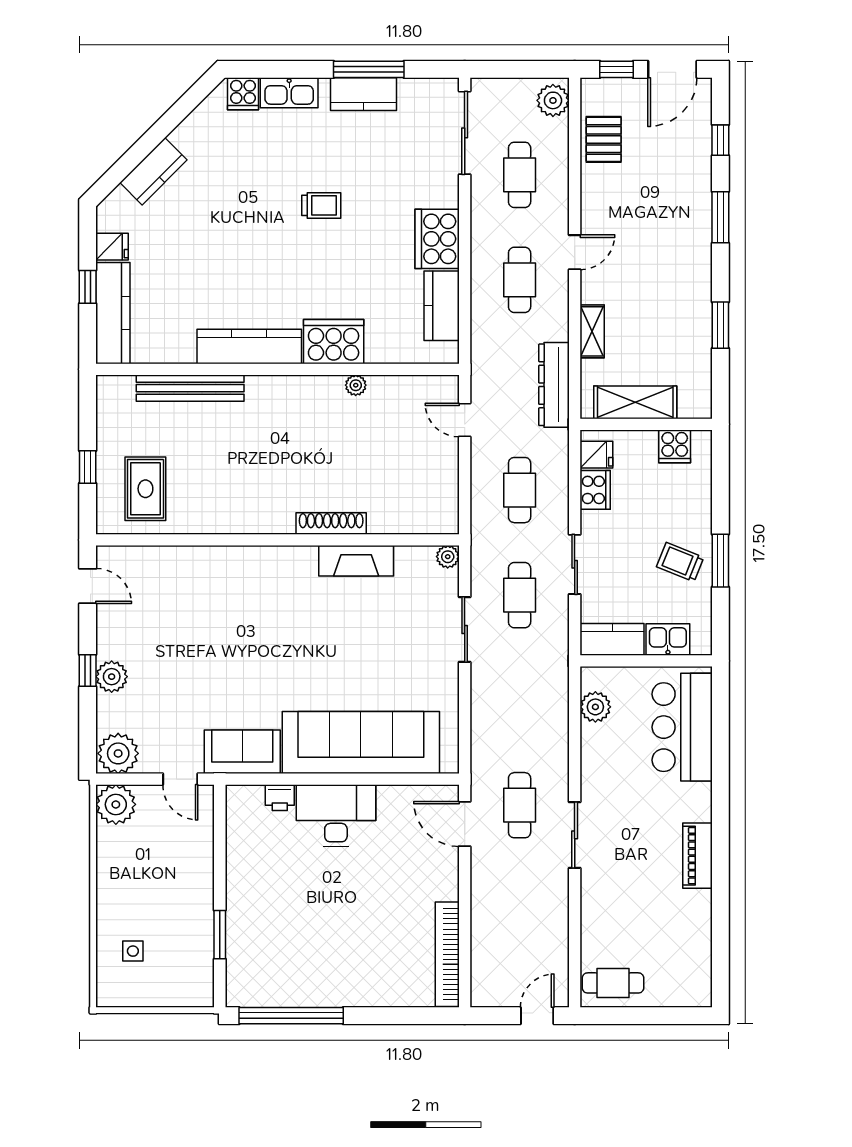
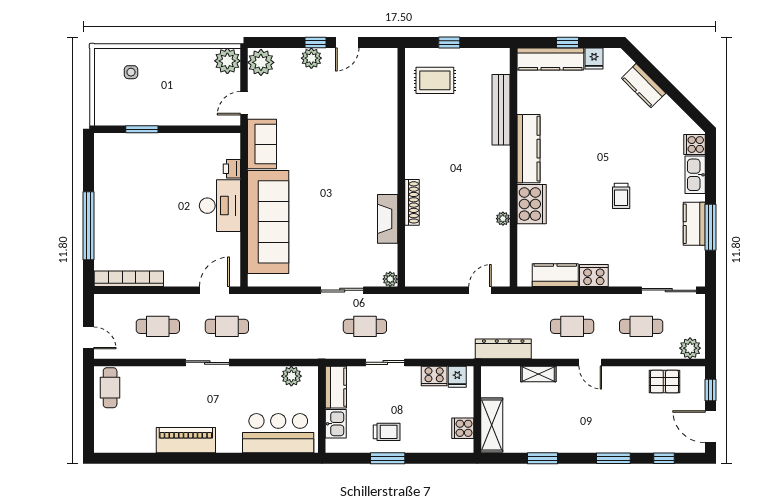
cooker: (437, 239) -> (594, 276), width x0.73, depth x0.76
shelving: (635, 402) -> (492, 425), moved
cafe table: (520, 490) -> (158, 326), moved
trolley: (680, 562) -> (387, 432), turned 68
door: (88, 586) -> (347, 42), moved
piano: (697, 856) -> (186, 440), width x1.37, depth x1.33
window: (291, 1016) -> (89, 226), moved

